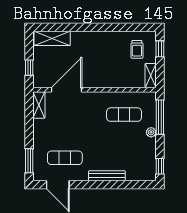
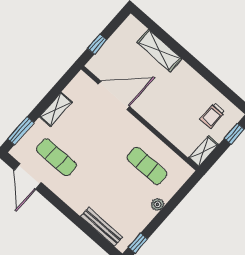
shelving: (52, 38) -> (159, 51), moved
shelving: (39, 105) -> (56, 109), moved
window: (160, 117) -> (178, 197), removed
bench: (107, 176) -> (102, 227), moved

